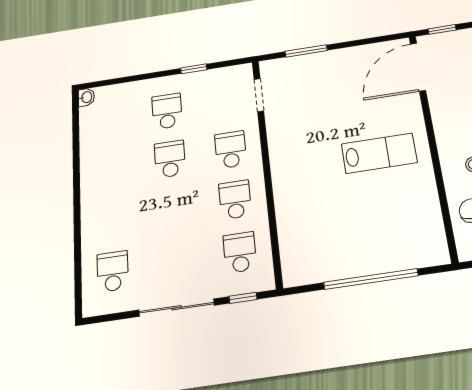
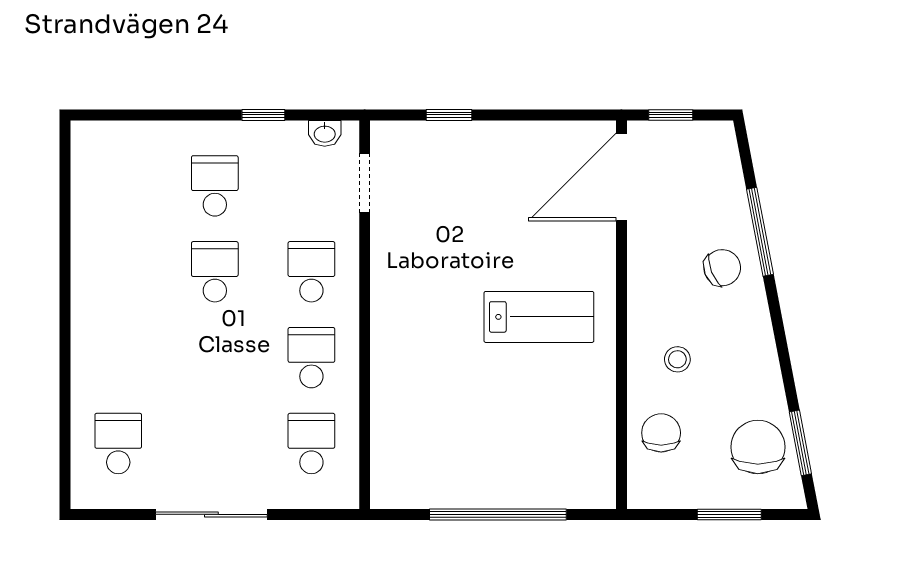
window: (306, 51) -> (449, 115), width x0.67
washbasin: (86, 97) -> (325, 133), moved, turned 90
window: (243, 298) -> (310, 514), removed

